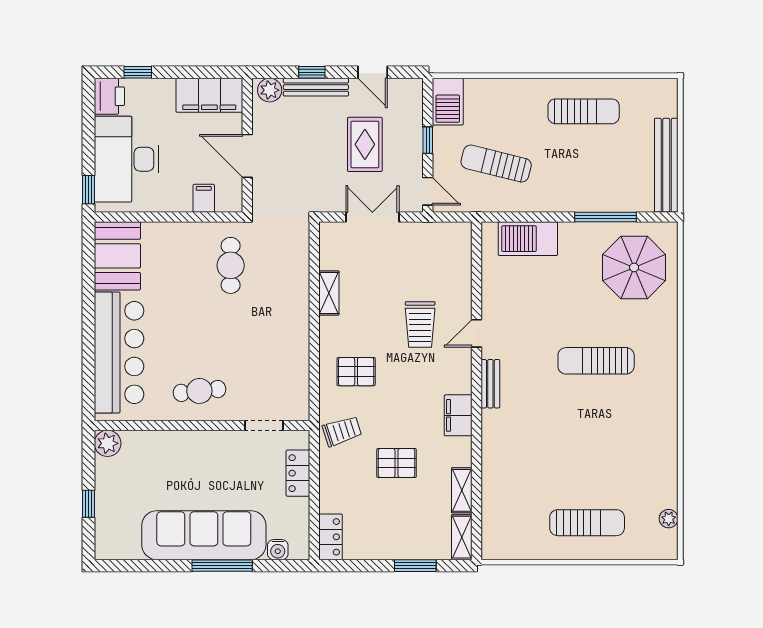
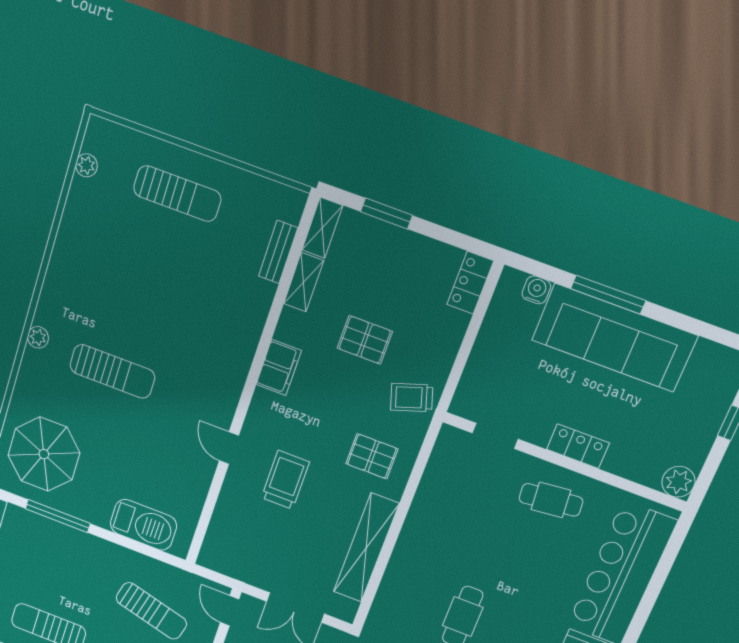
shelving: (329, 293) -> (366, 548), width x2.20, depth x1.33
door: (476, 333) -> (229, 448), swing flipped
plant: (668, 366) -> (38, 337), added
bench: (490, 384) -> (278, 252), moved
locker: (298, 473) -> (578, 446), moved, turned -90
sun lounger: (587, 523) -> (177, 194), turned 180

